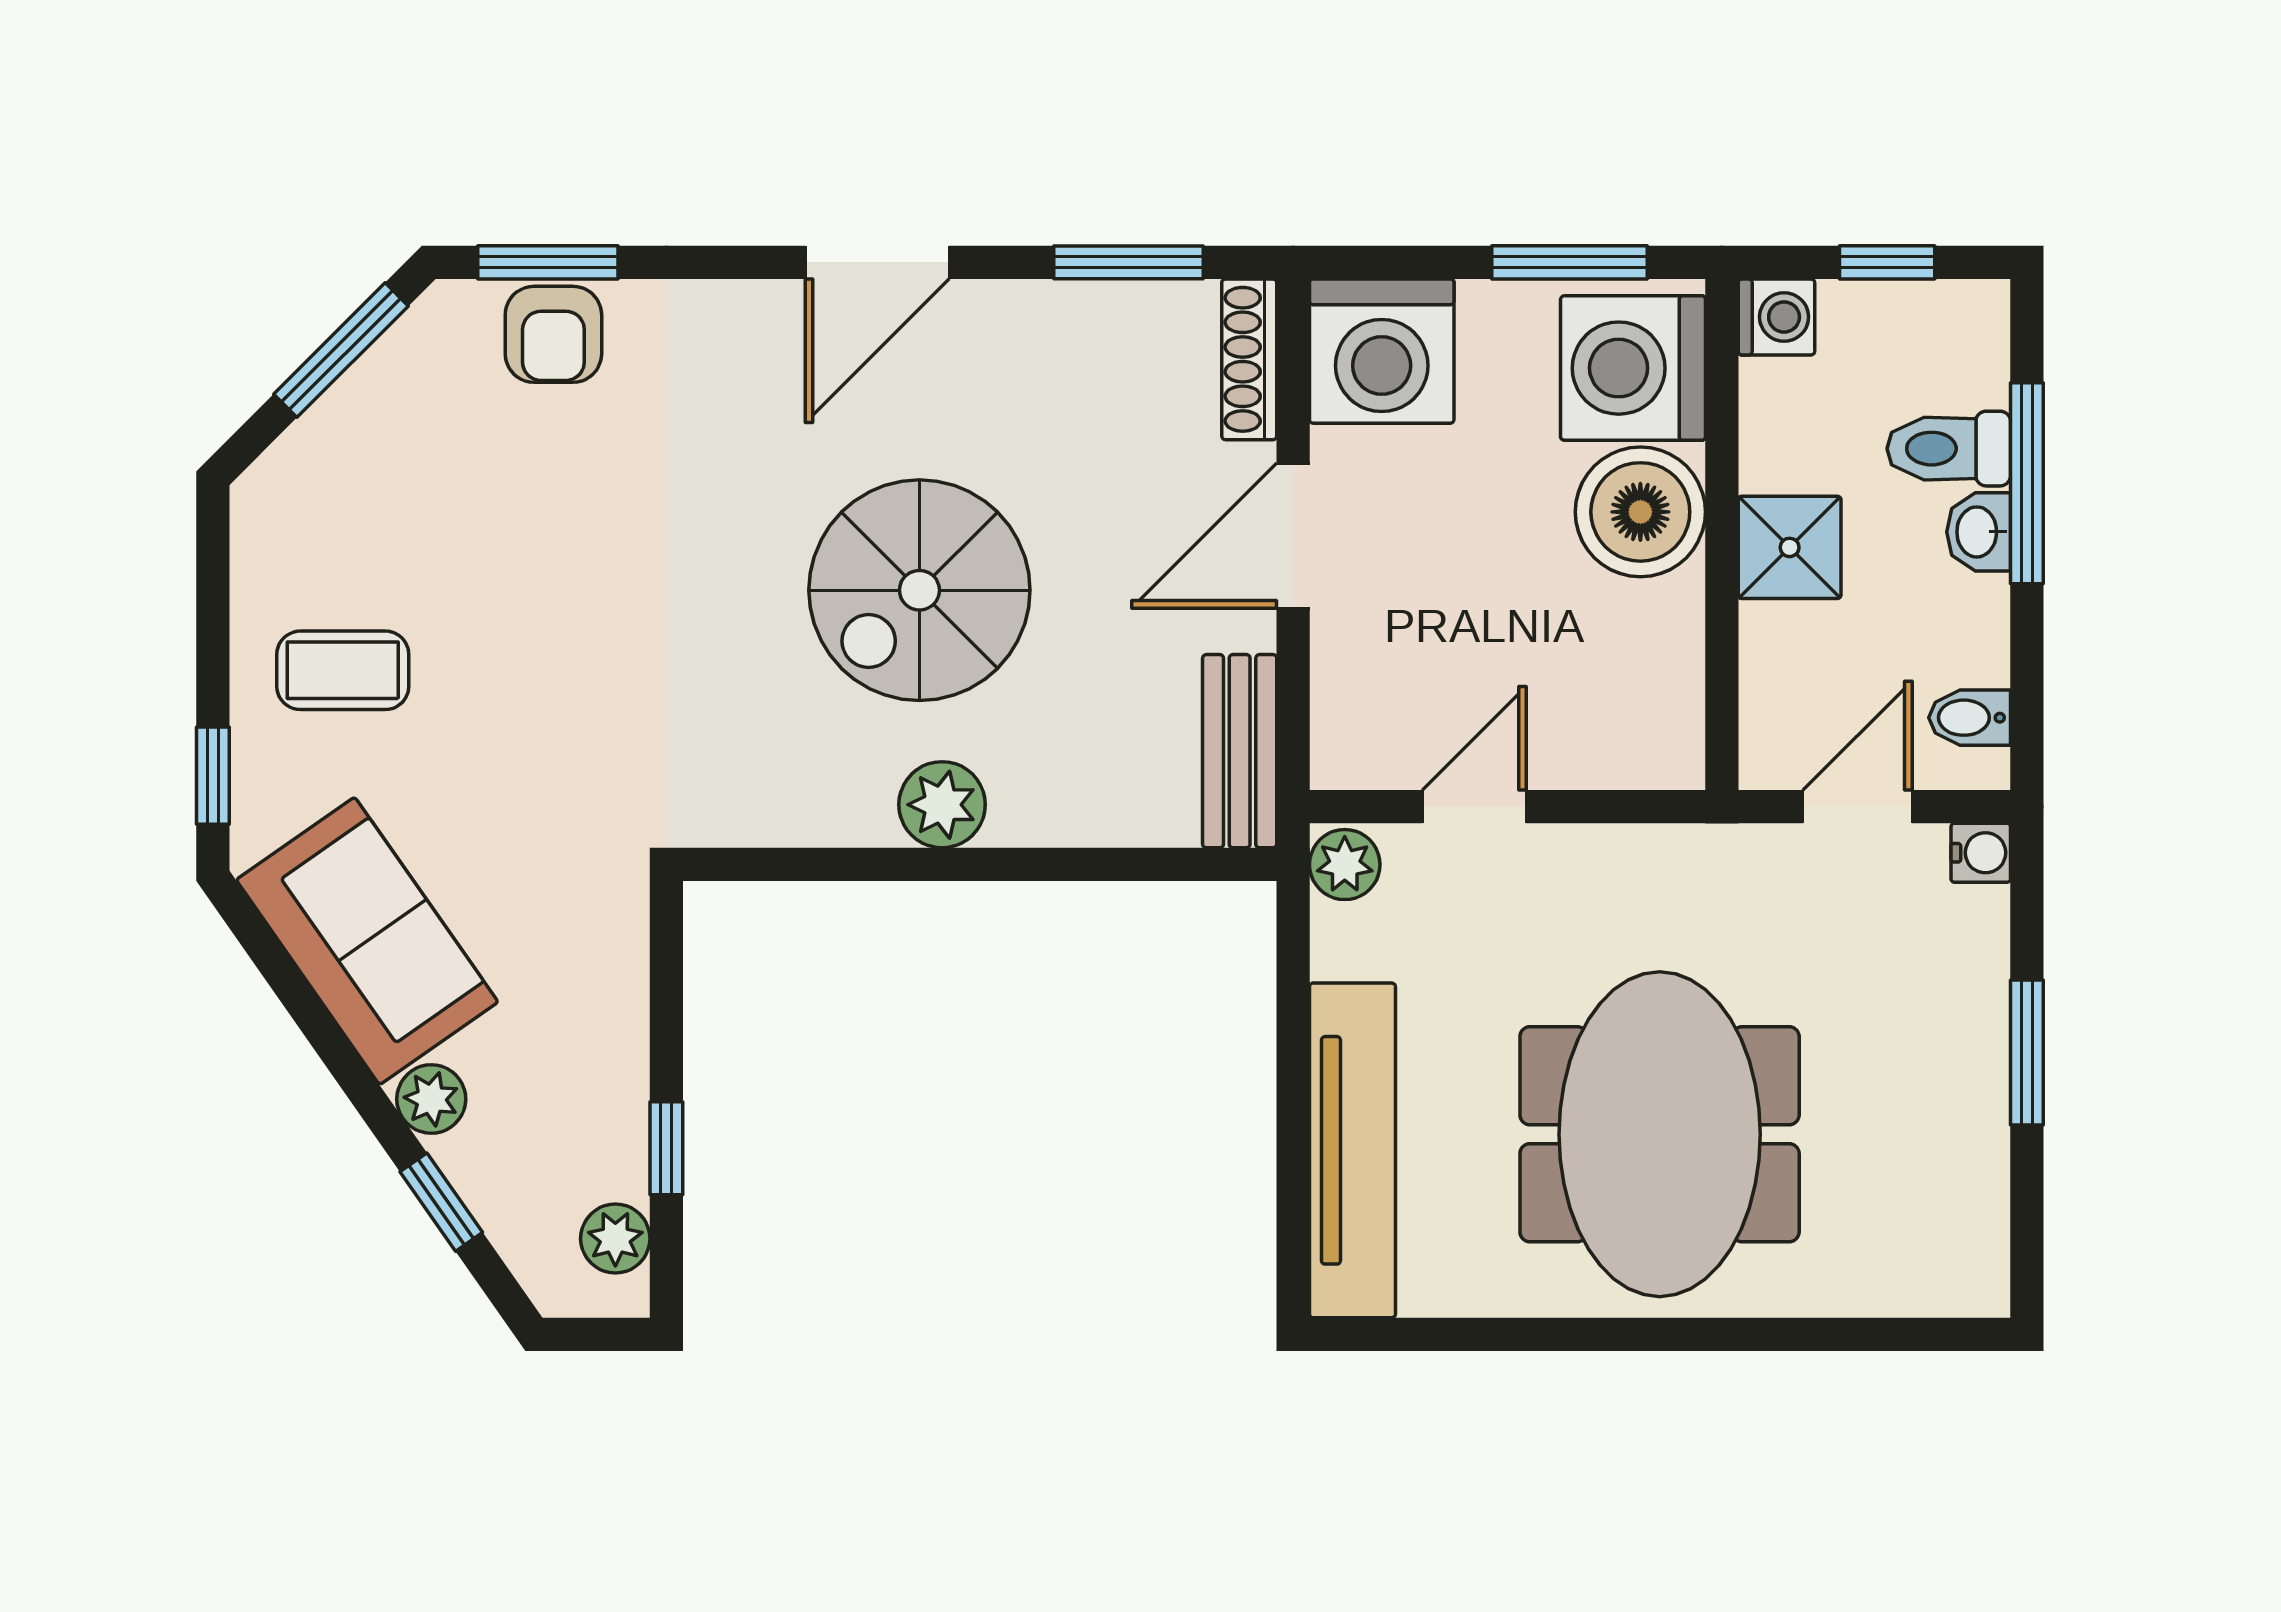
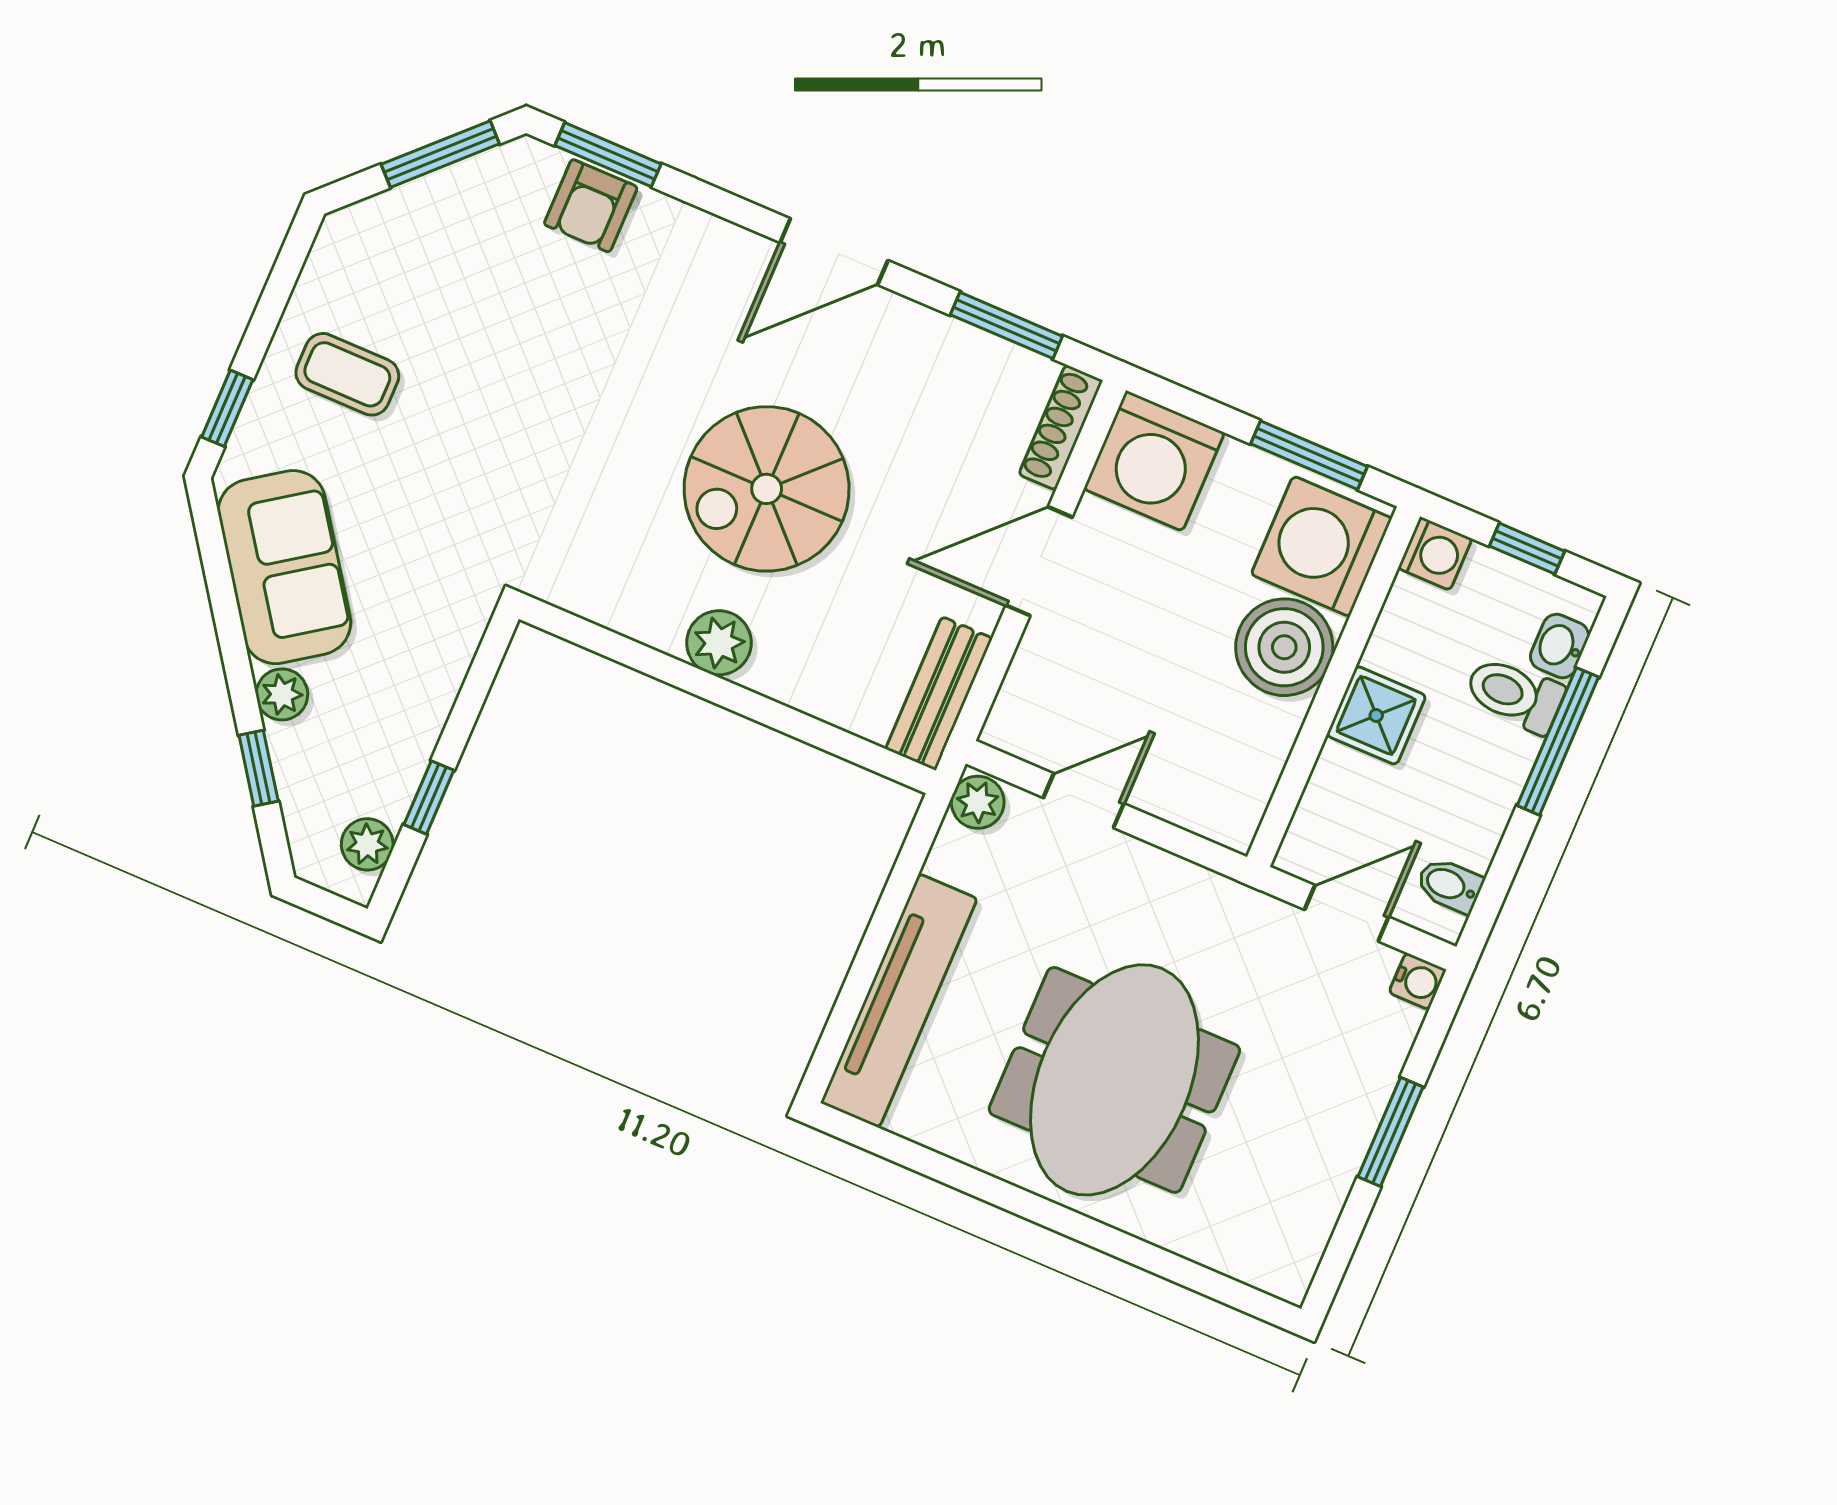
washbasin: (1979, 532) -> (1560, 646), moved

